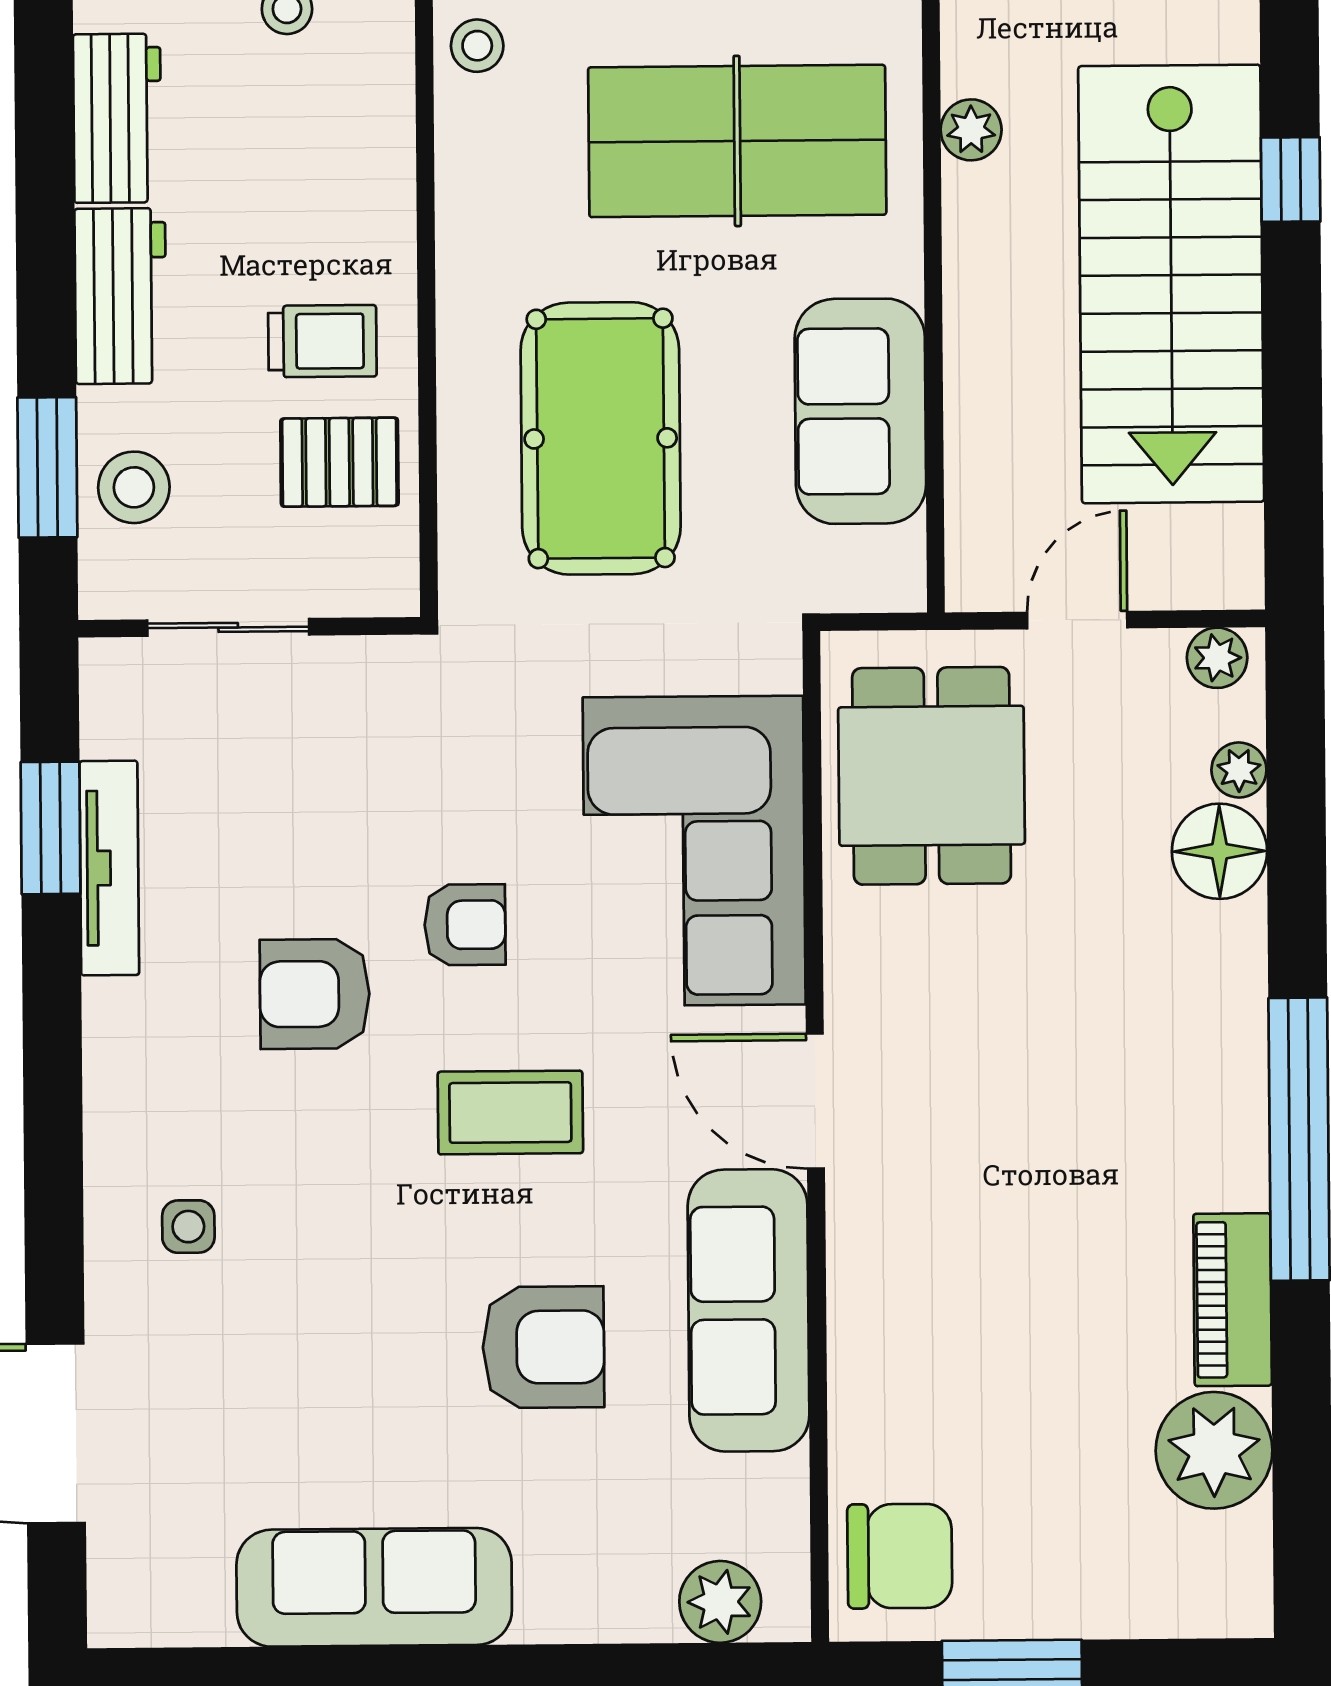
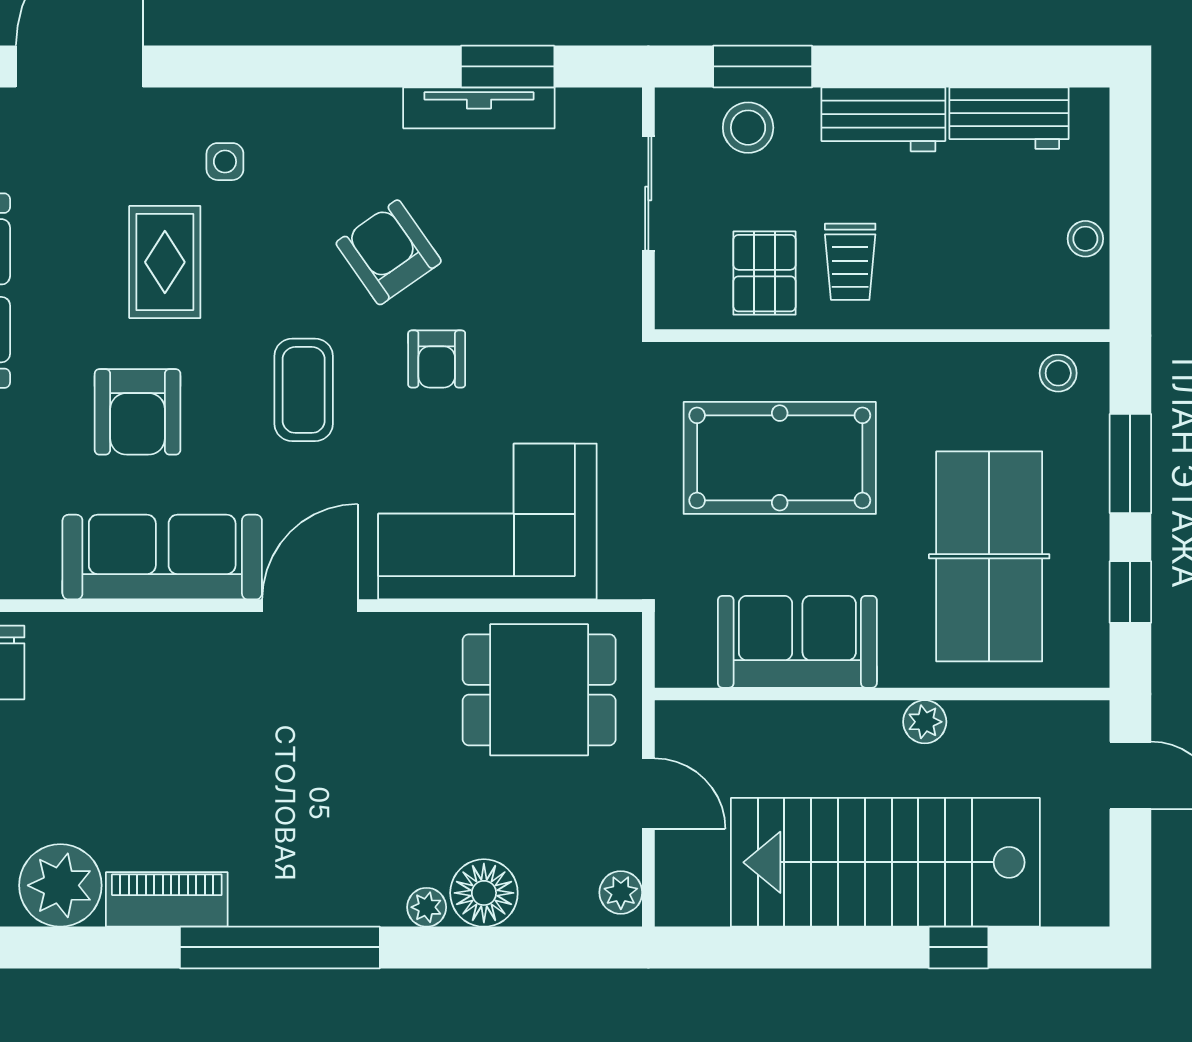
plant: (971, 130) -> (925, 722), moved
plant: (1239, 770) -> (427, 907), moved
armchair: (315, 994) -> (389, 252), turned -35
rug: (331, 1310) -> (165, 262), added

